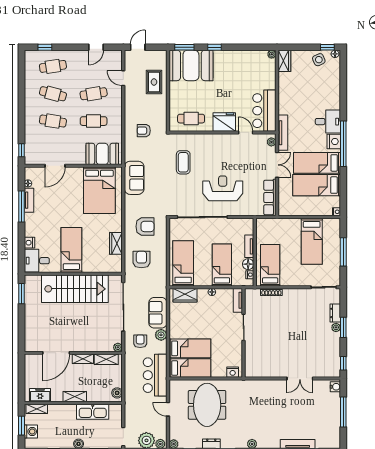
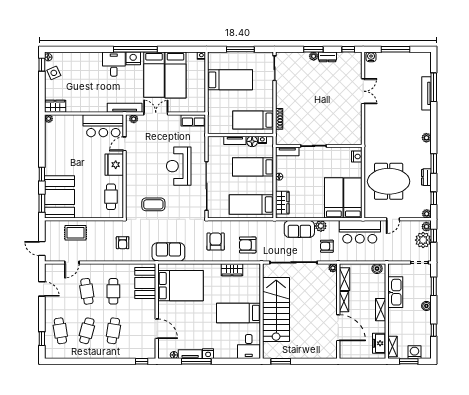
row of seats: (270, 198) -> (193, 120), width x0.68
nightstand: (29, 243) -> (208, 354), moved
dresser: (335, 313) -> (328, 57), moved

